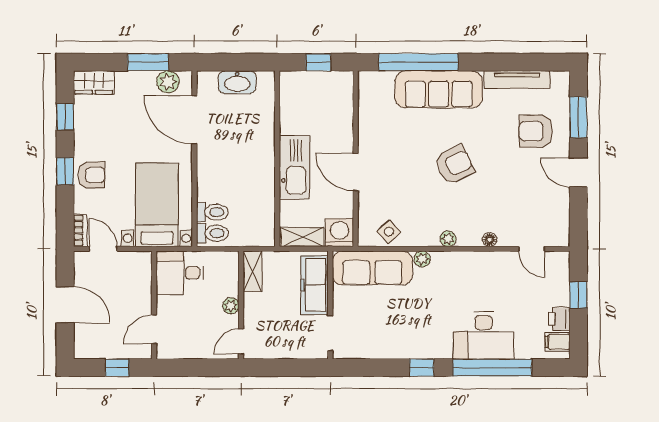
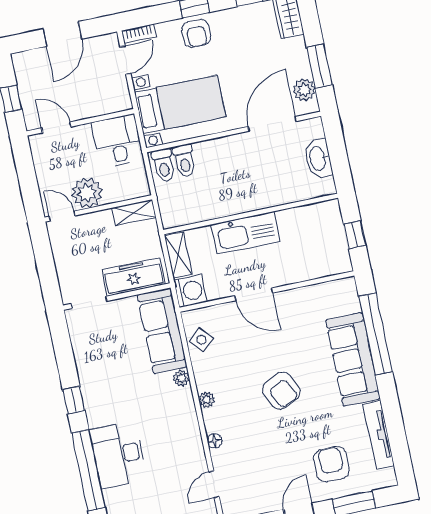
door: (356, 172) -> (254, 294), swing flipped
plant: (231, 306) -> (87, 193), width x1.88, depth x1.88

